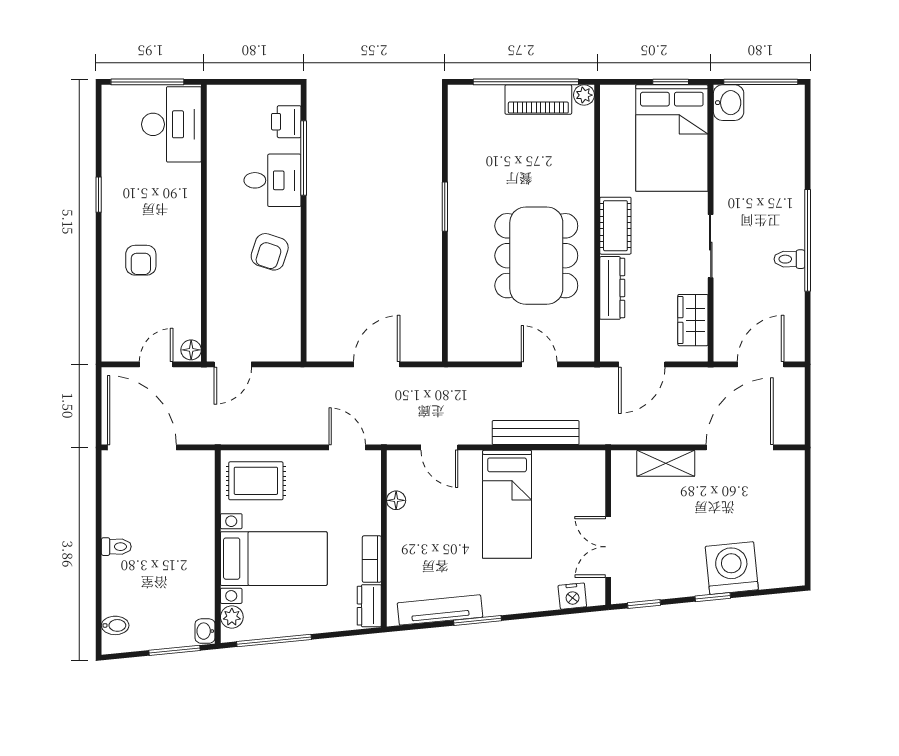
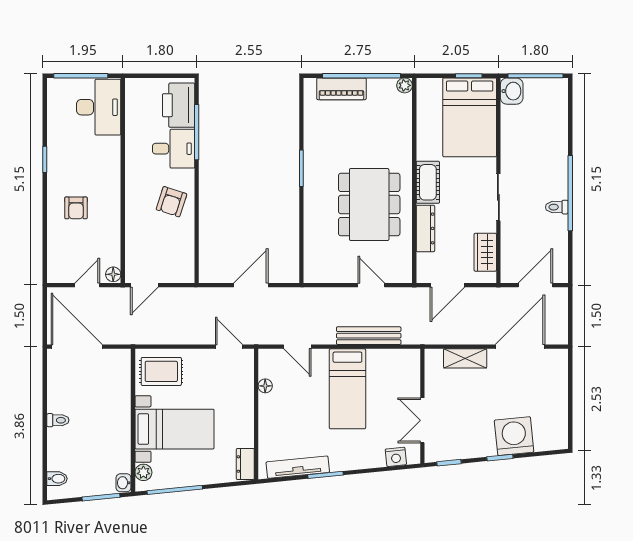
piano: (538, 100) -> (341, 89), moved
printer: (286, 122) -> (179, 105), width x1.87, depth x1.48
bookcase: (372, 559) -> (247, 429), removed

